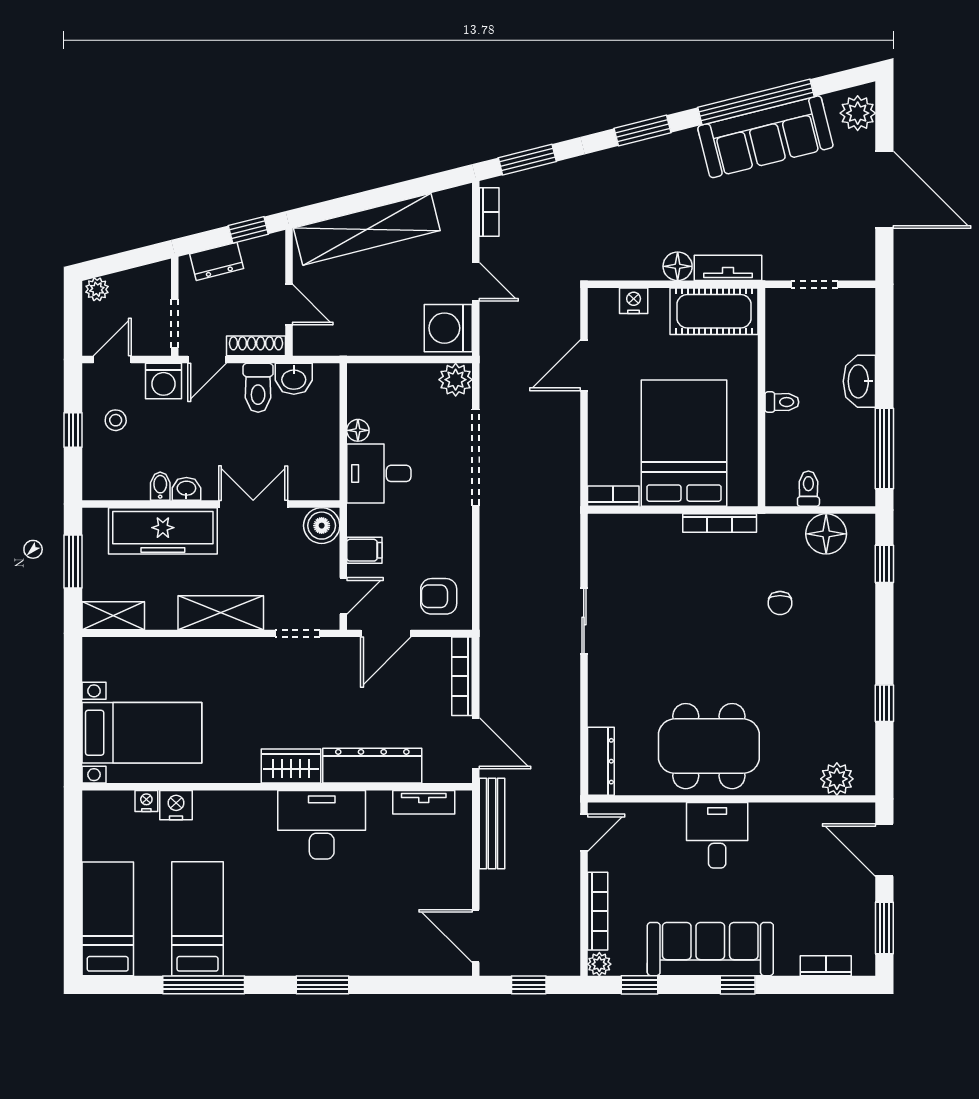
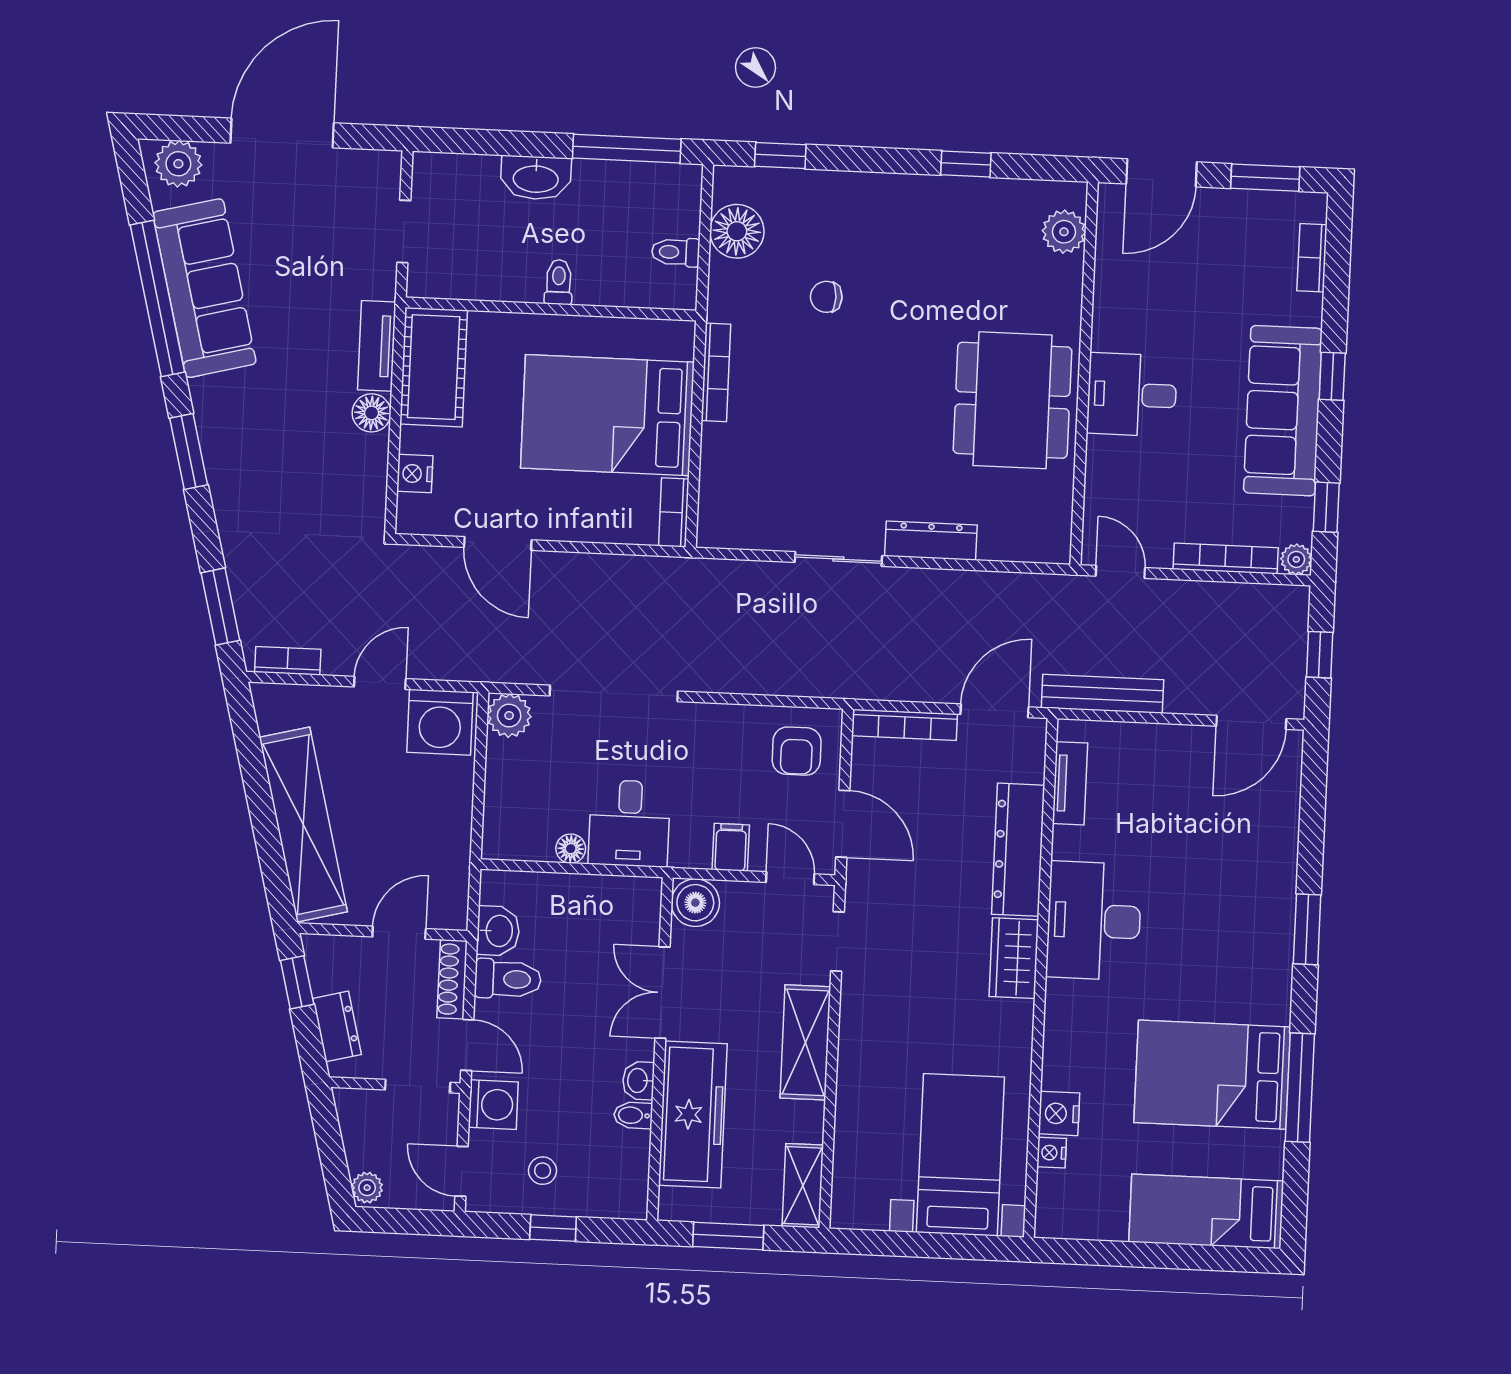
chair: (780, 603) -> (826, 297), turned 180
dresser: (601, 761) -> (931, 541), moved
bed: (198, 919) -> (1212, 1075), width x1.50

